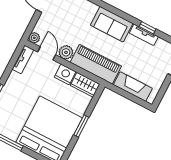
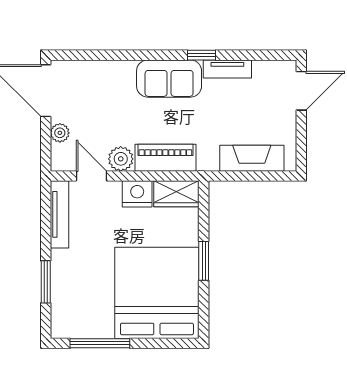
window: (147, 28) -> (201, 55), moved
plant: (34, 38) -> (60, 133), moved
tv unit: (23, 59) -> (59, 214), width x1.41
piano: (96, 64) -> (165, 158), width x0.73, depth x0.75

